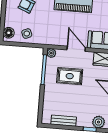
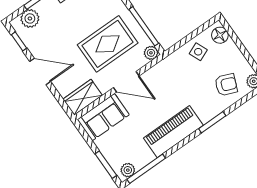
rug: (70, 76) -> (108, 44), width x1.36, depth x1.43

